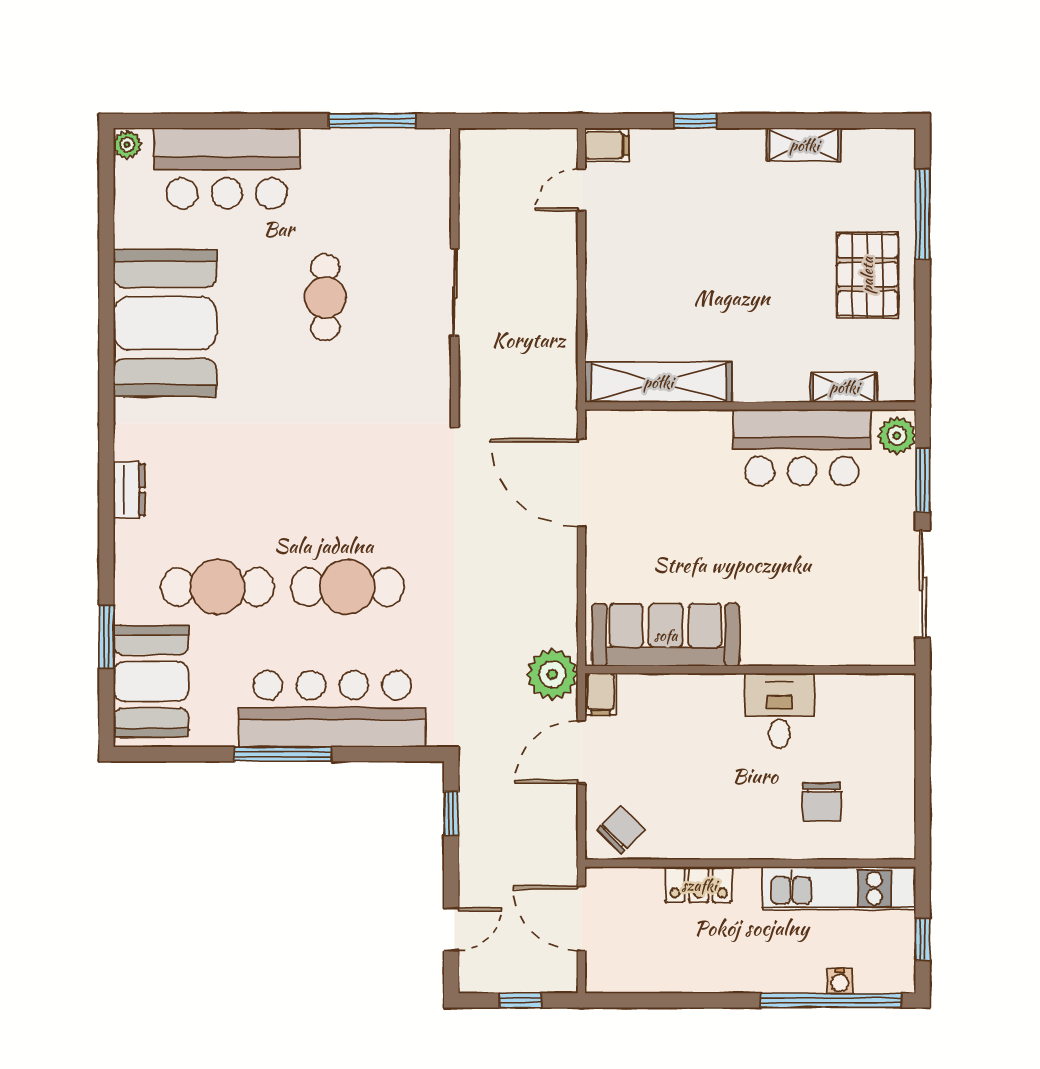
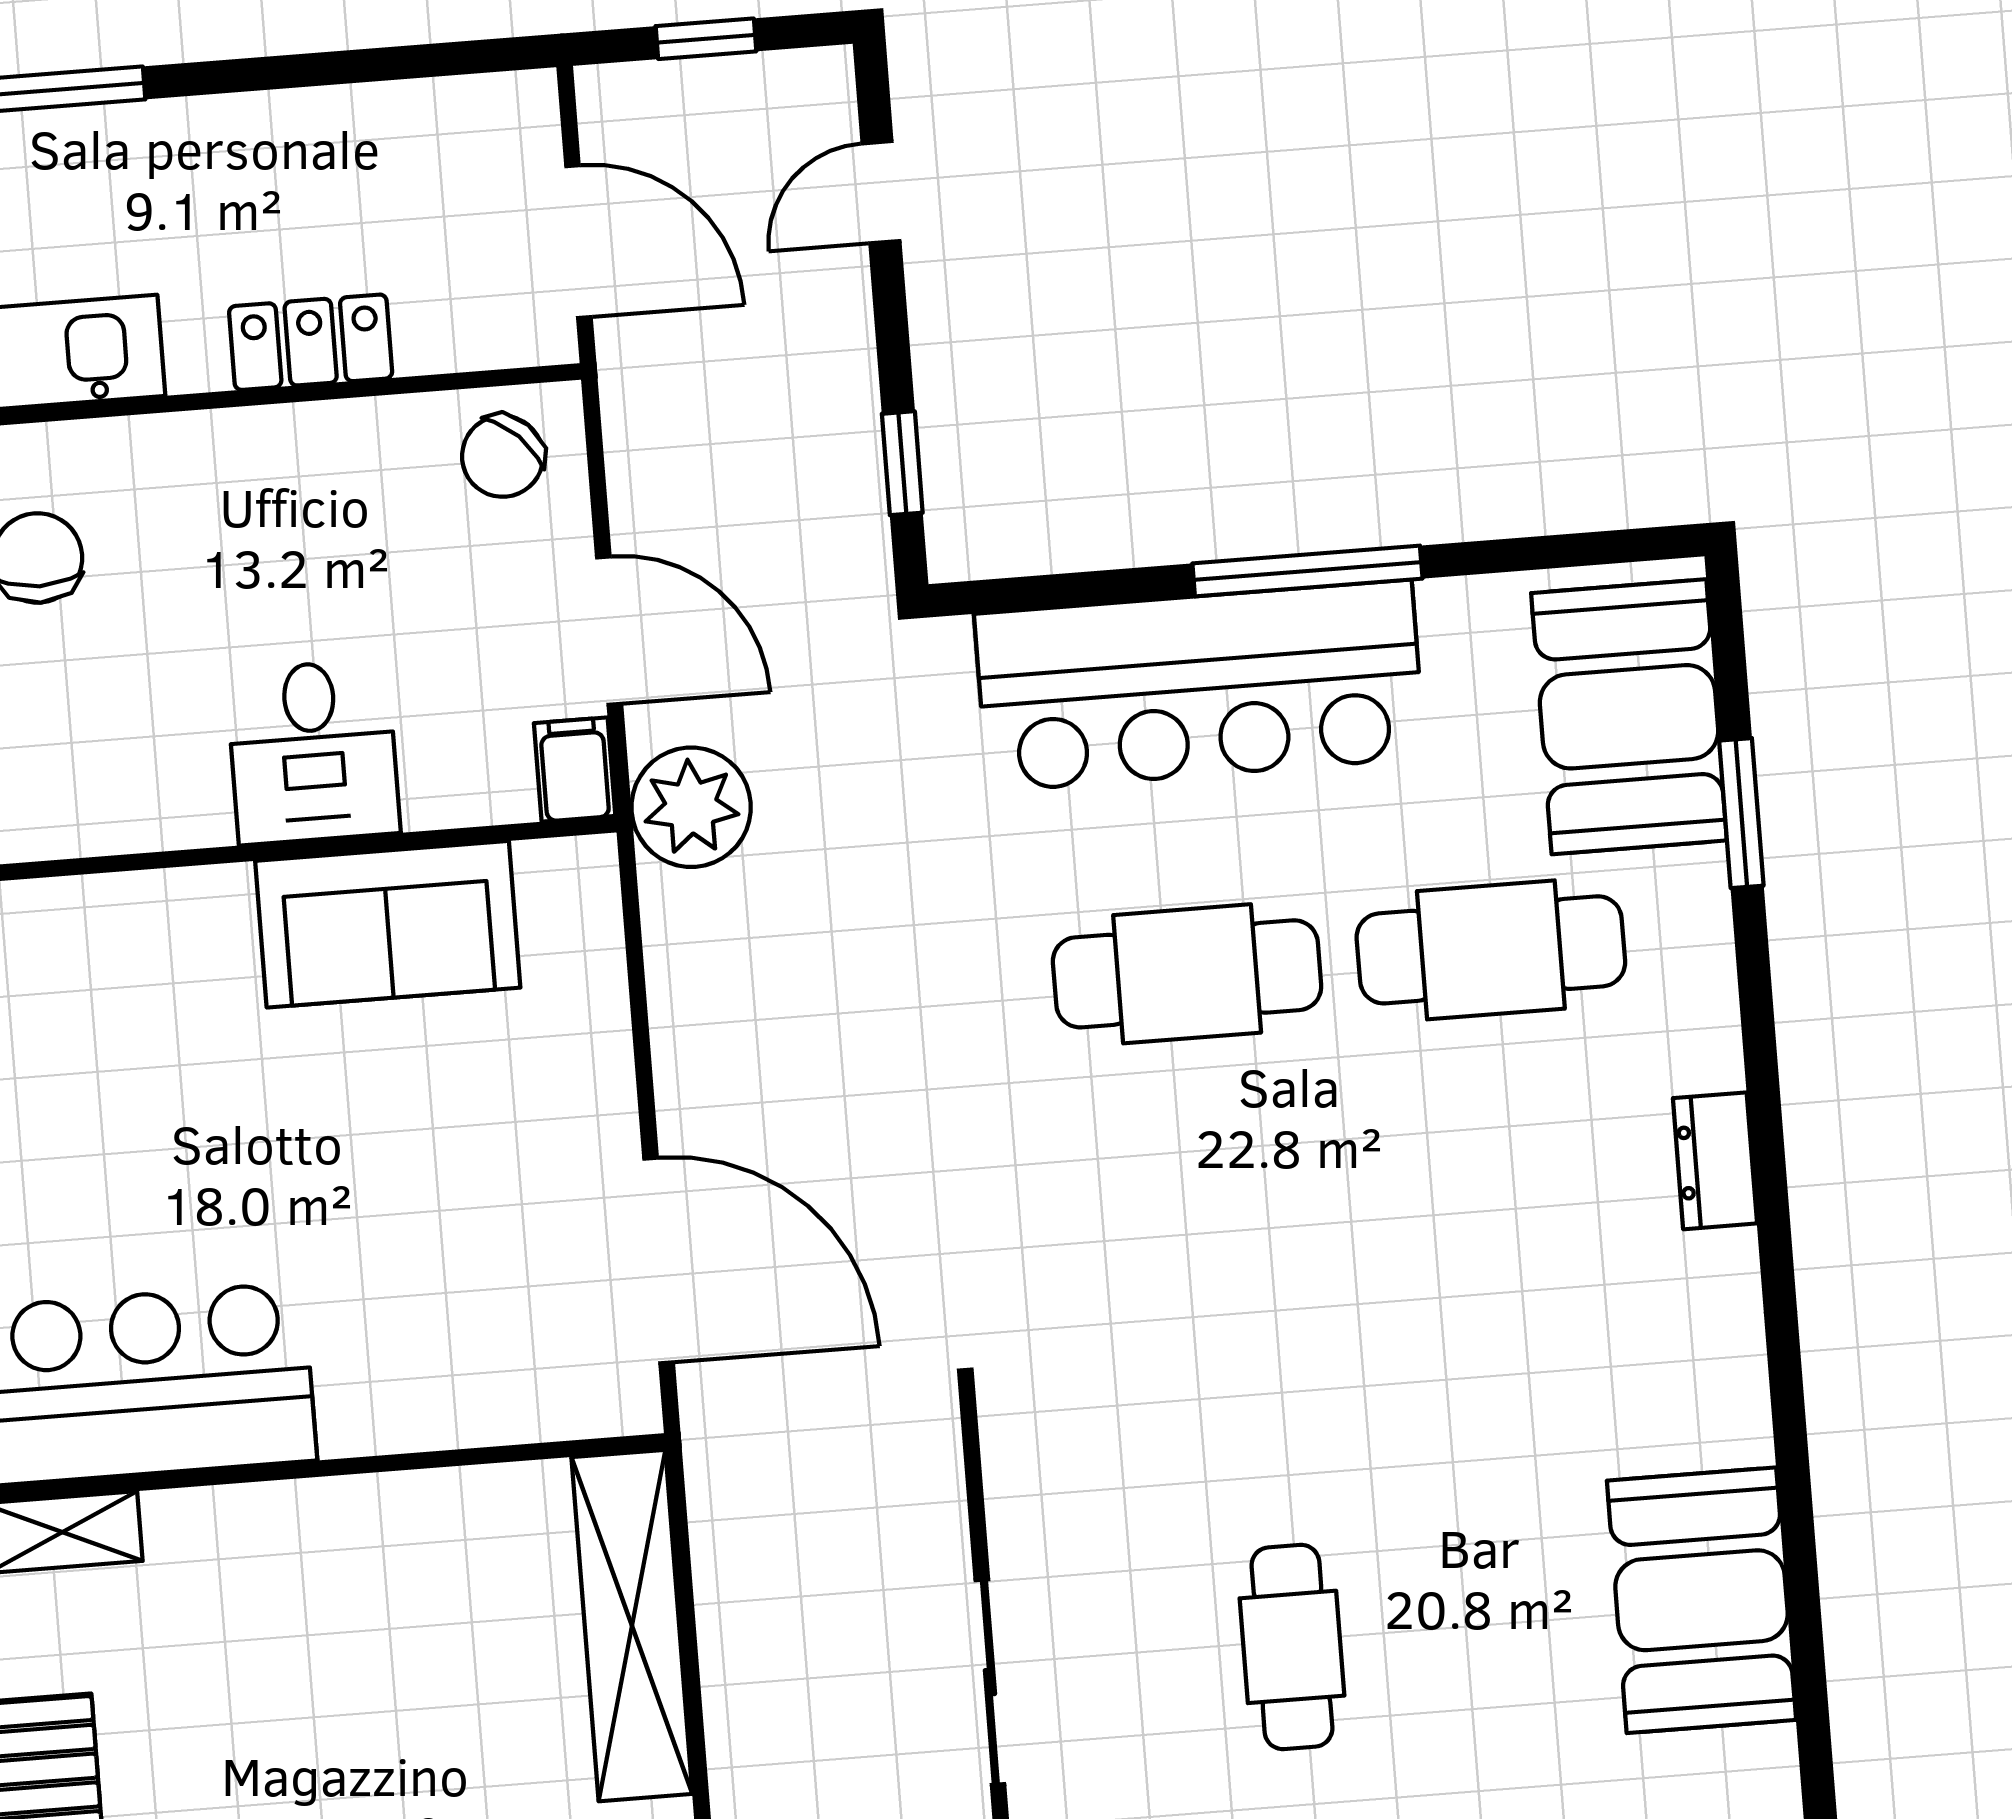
booth: (165, 323) -> (1701, 1600), width x0.73, depth x0.70
shelving: (658, 382) -> (632, 1626), moved, turned 90
sofa: (666, 635) -> (388, 924), width x0.73
desk: (779, 711) -> (313, 752), moved
door: (581, 752) -> (609, 631), hinge flipped

